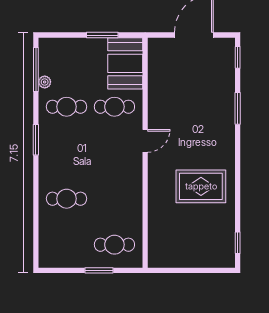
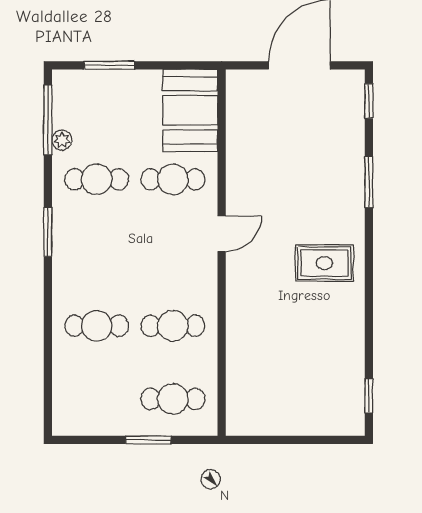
window: (102, 35) -> (109, 65), moved
rug: (201, 186) -> (324, 263), moved, width x0.73, depth x0.70
cafe table: (114, 199) -> (173, 326), added

